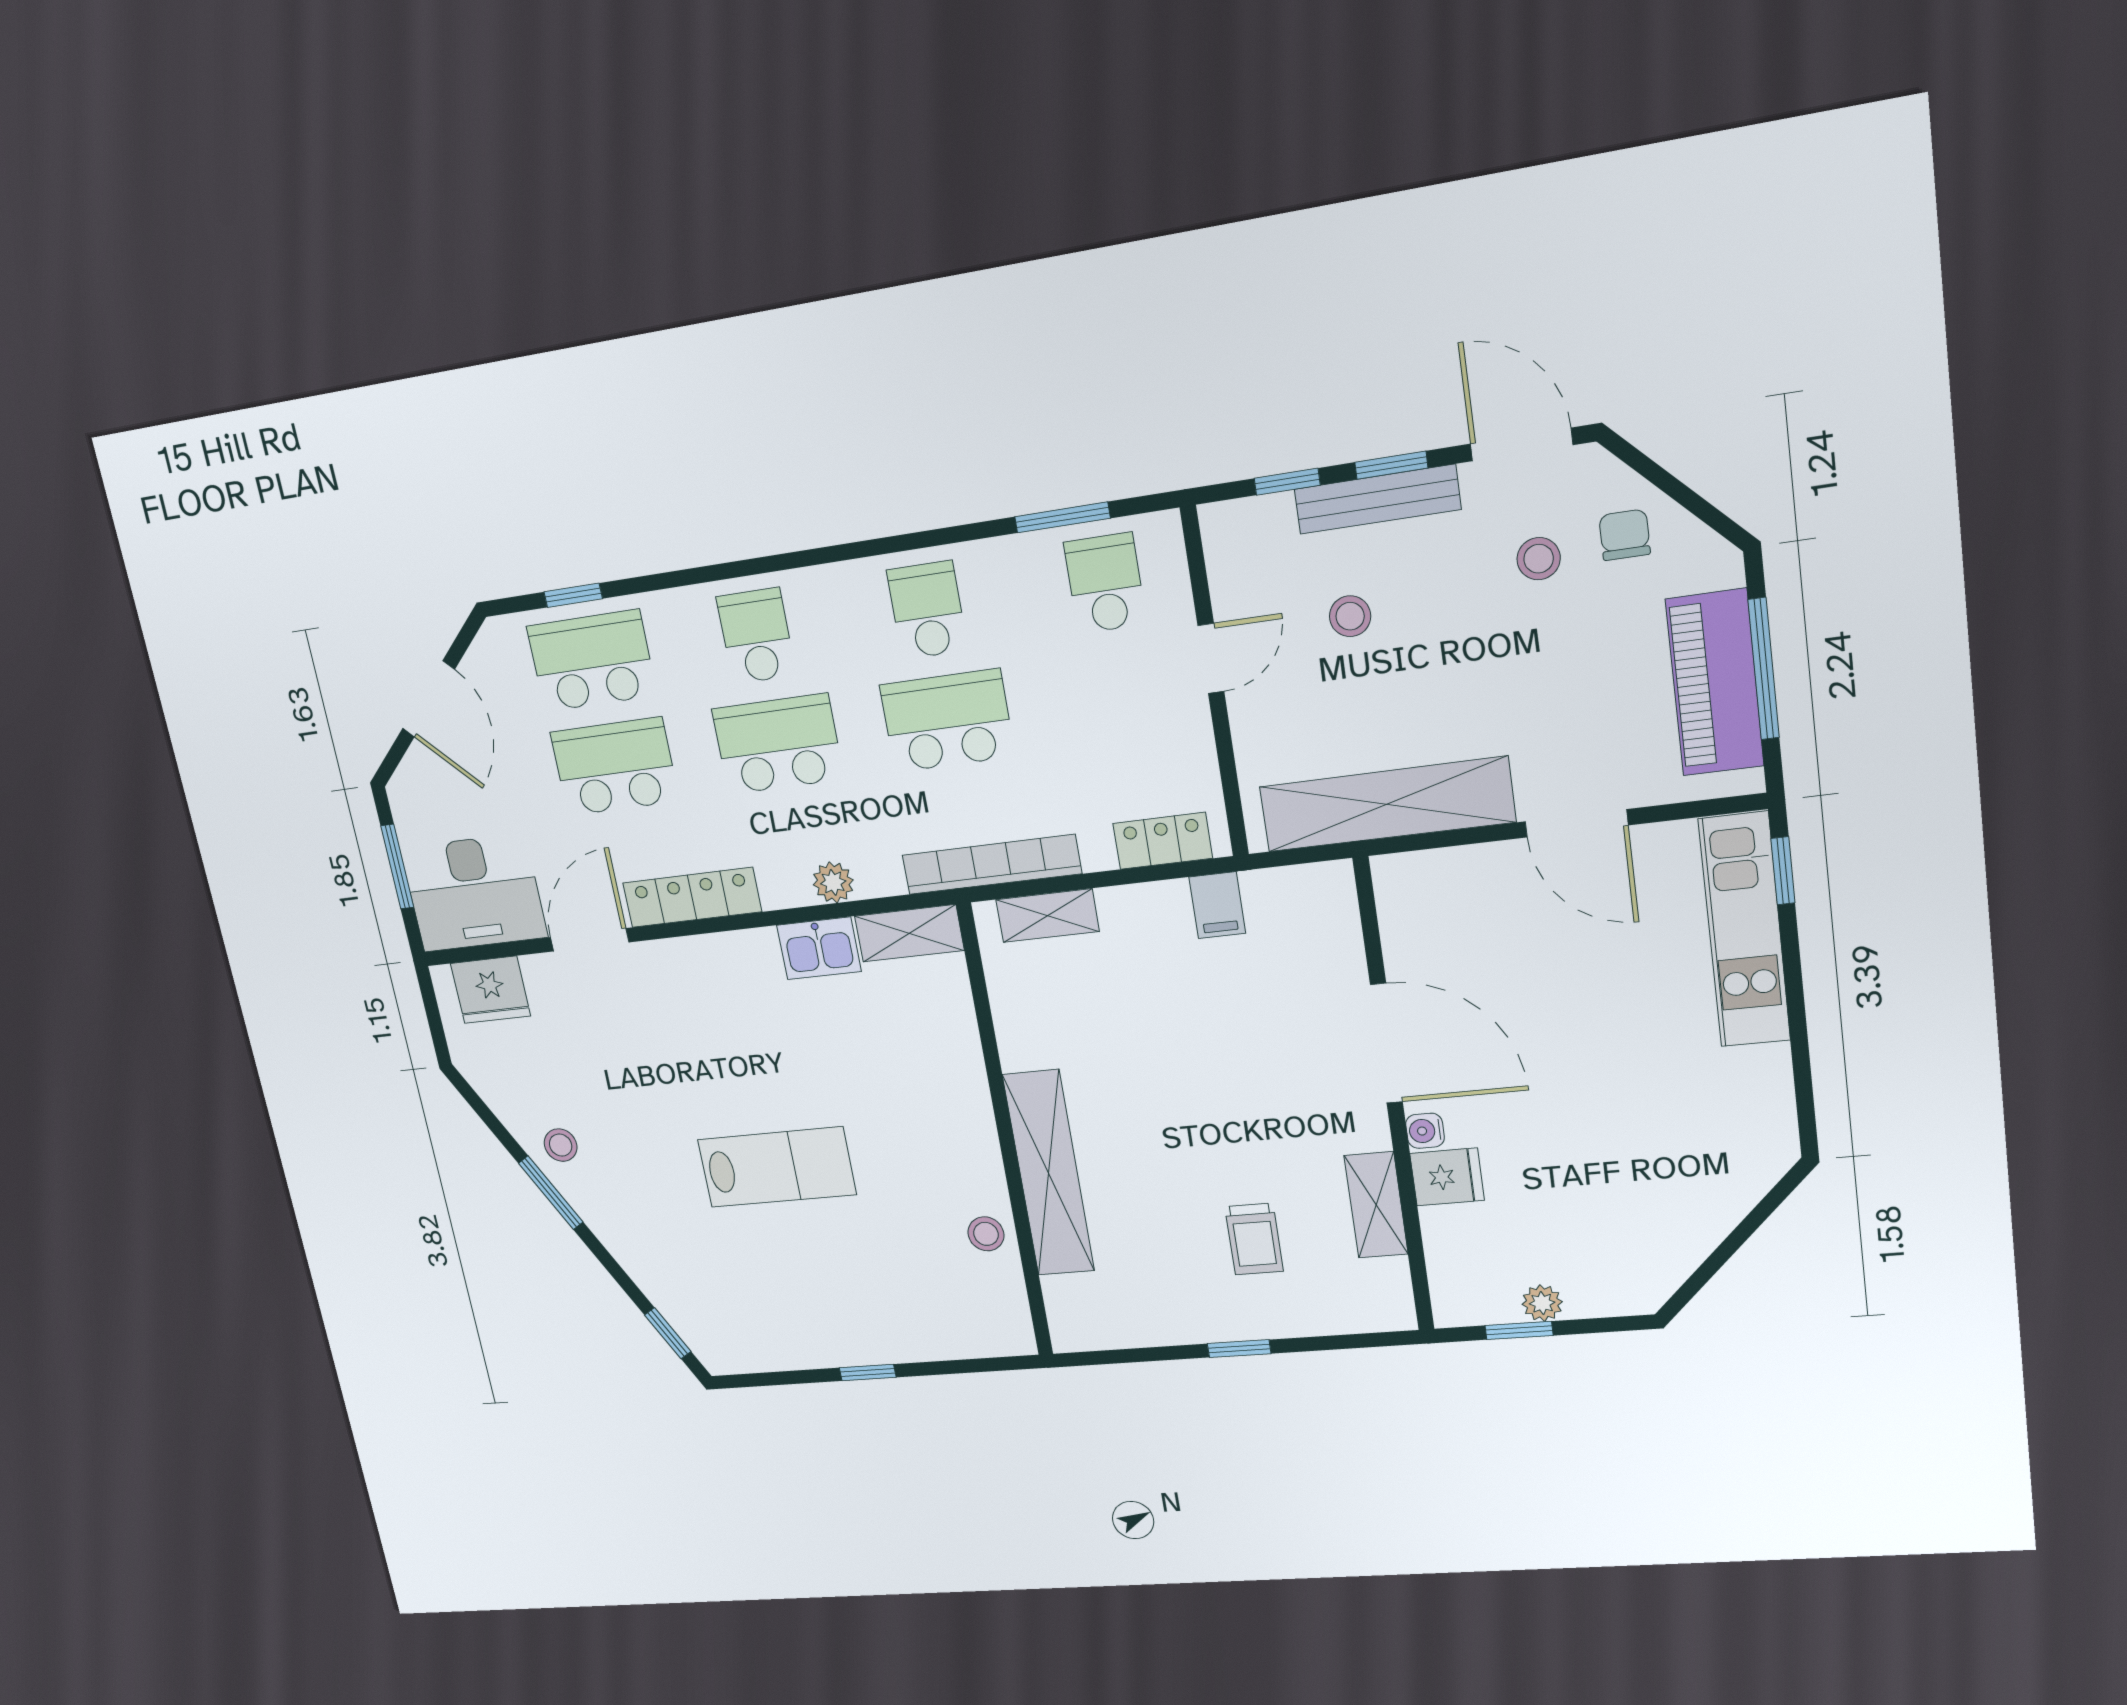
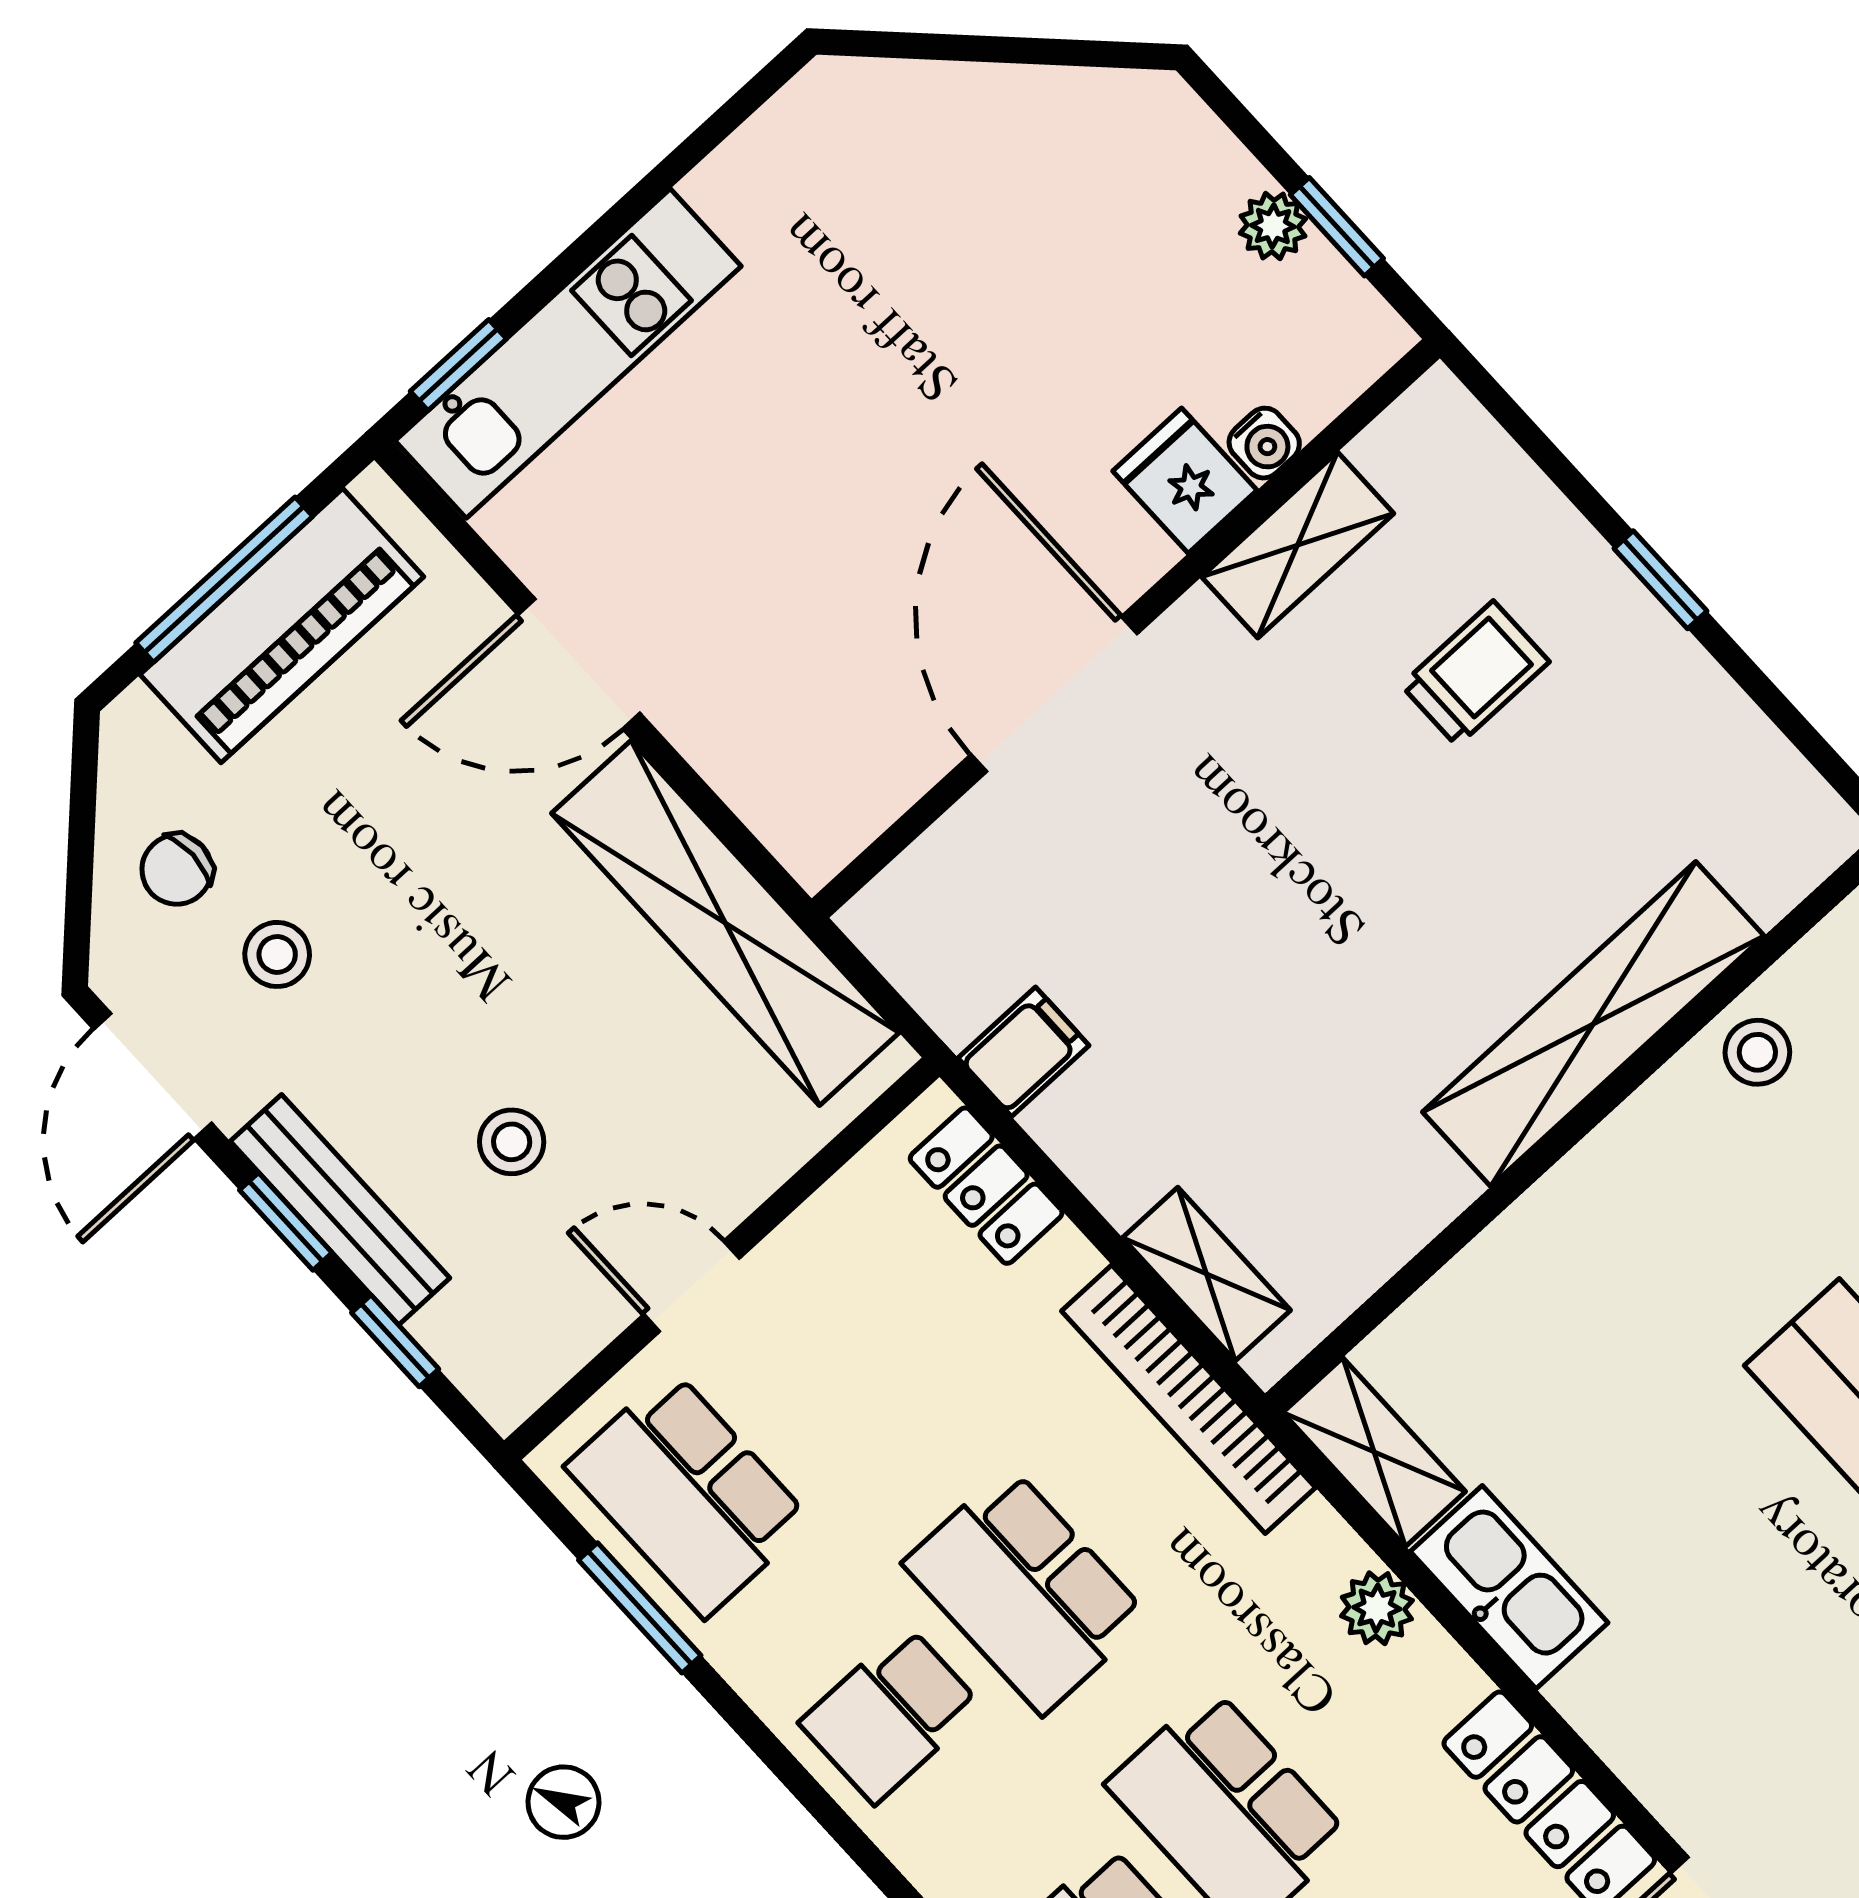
school desk: (1105, 583) -> (688, 1494), width x1.85
door: (1577, 823) -> (579, 664), swing flipped
kitchen sink: (819, 948) -> (1509, 1587), width x1.38
water cooler: (1425, 1131) -> (1264, 443), moved

